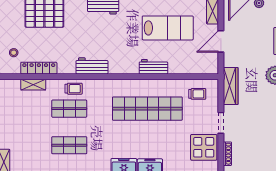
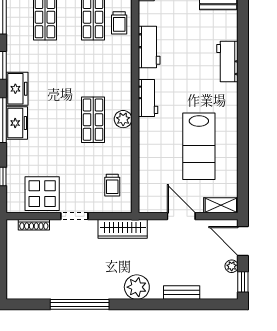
workbench: (153, 67) -> (148, 98), moved
plant: (147, 86) -> (123, 119), added
shop shelf: (147, 109) -> (93, 120), width x0.50, depth x0.74

